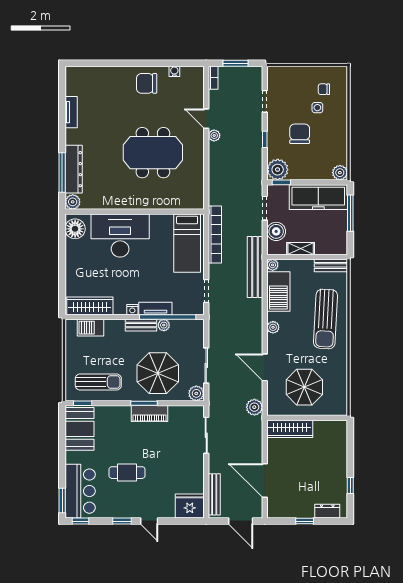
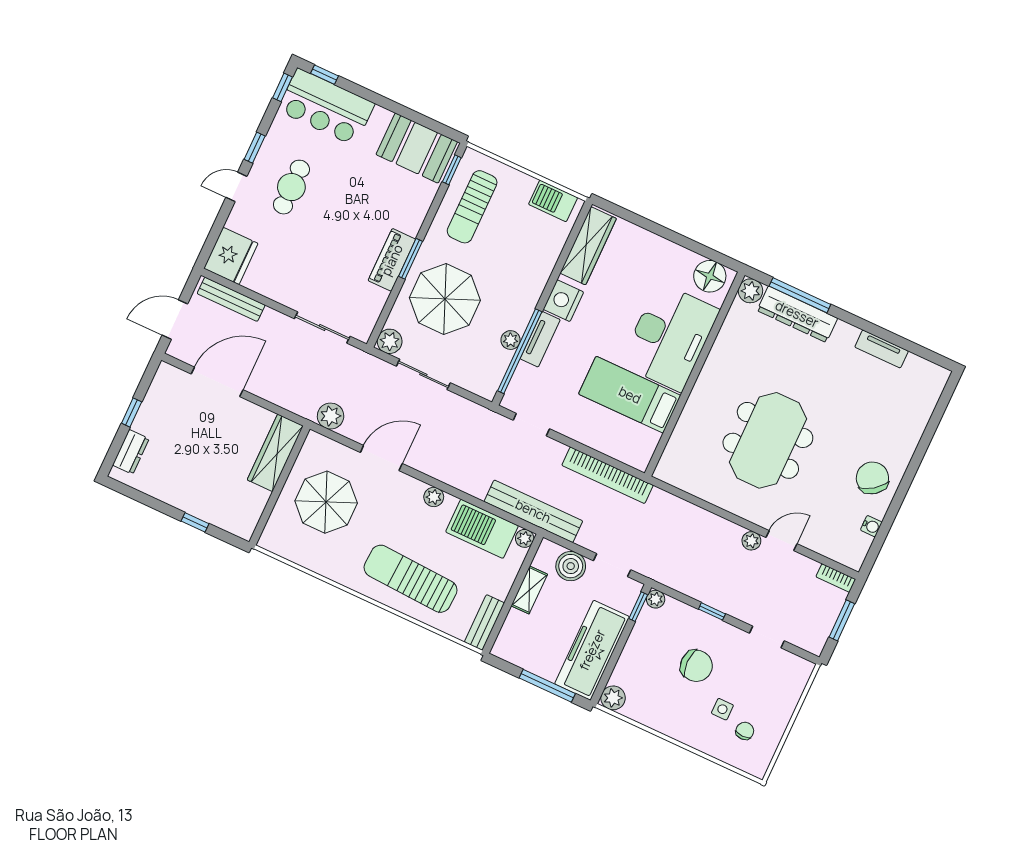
chair: (147, 83) -> (872, 478), turned -36
plant: (278, 170) -> (656, 599), width x0.53, depth x0.53
bed: (187, 243) -> (630, 395), moved
nightstand: (132, 310) -> (563, 301), width x1.89, depth x1.79
bench: (141, 325) -> (526, 307), removed
barbecue: (91, 328) -> (553, 201), moved, turned -90
cafe table: (127, 473) -> (291, 187), moved
window: (350, 485) -> (195, 522), moved
window: (62, 501) -> (325, 75), width x0.67

